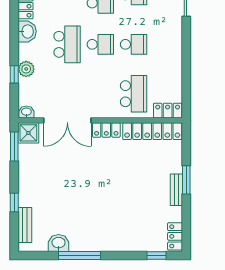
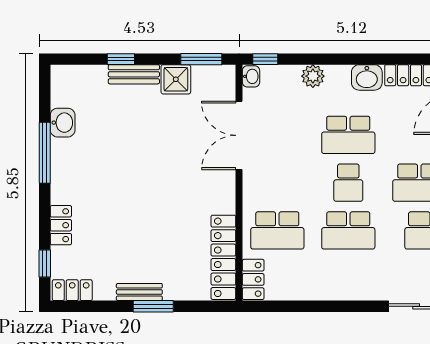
school desk: (134, 44) -> (348, 230), width x1.85
window: (14, 74) -> (265, 59), moved
locker: (106, 130) -> (61, 225), moved, turned 180
shower: (28, 133) -> (176, 79), moved
bench: (25, 225) -> (134, 74), moved

